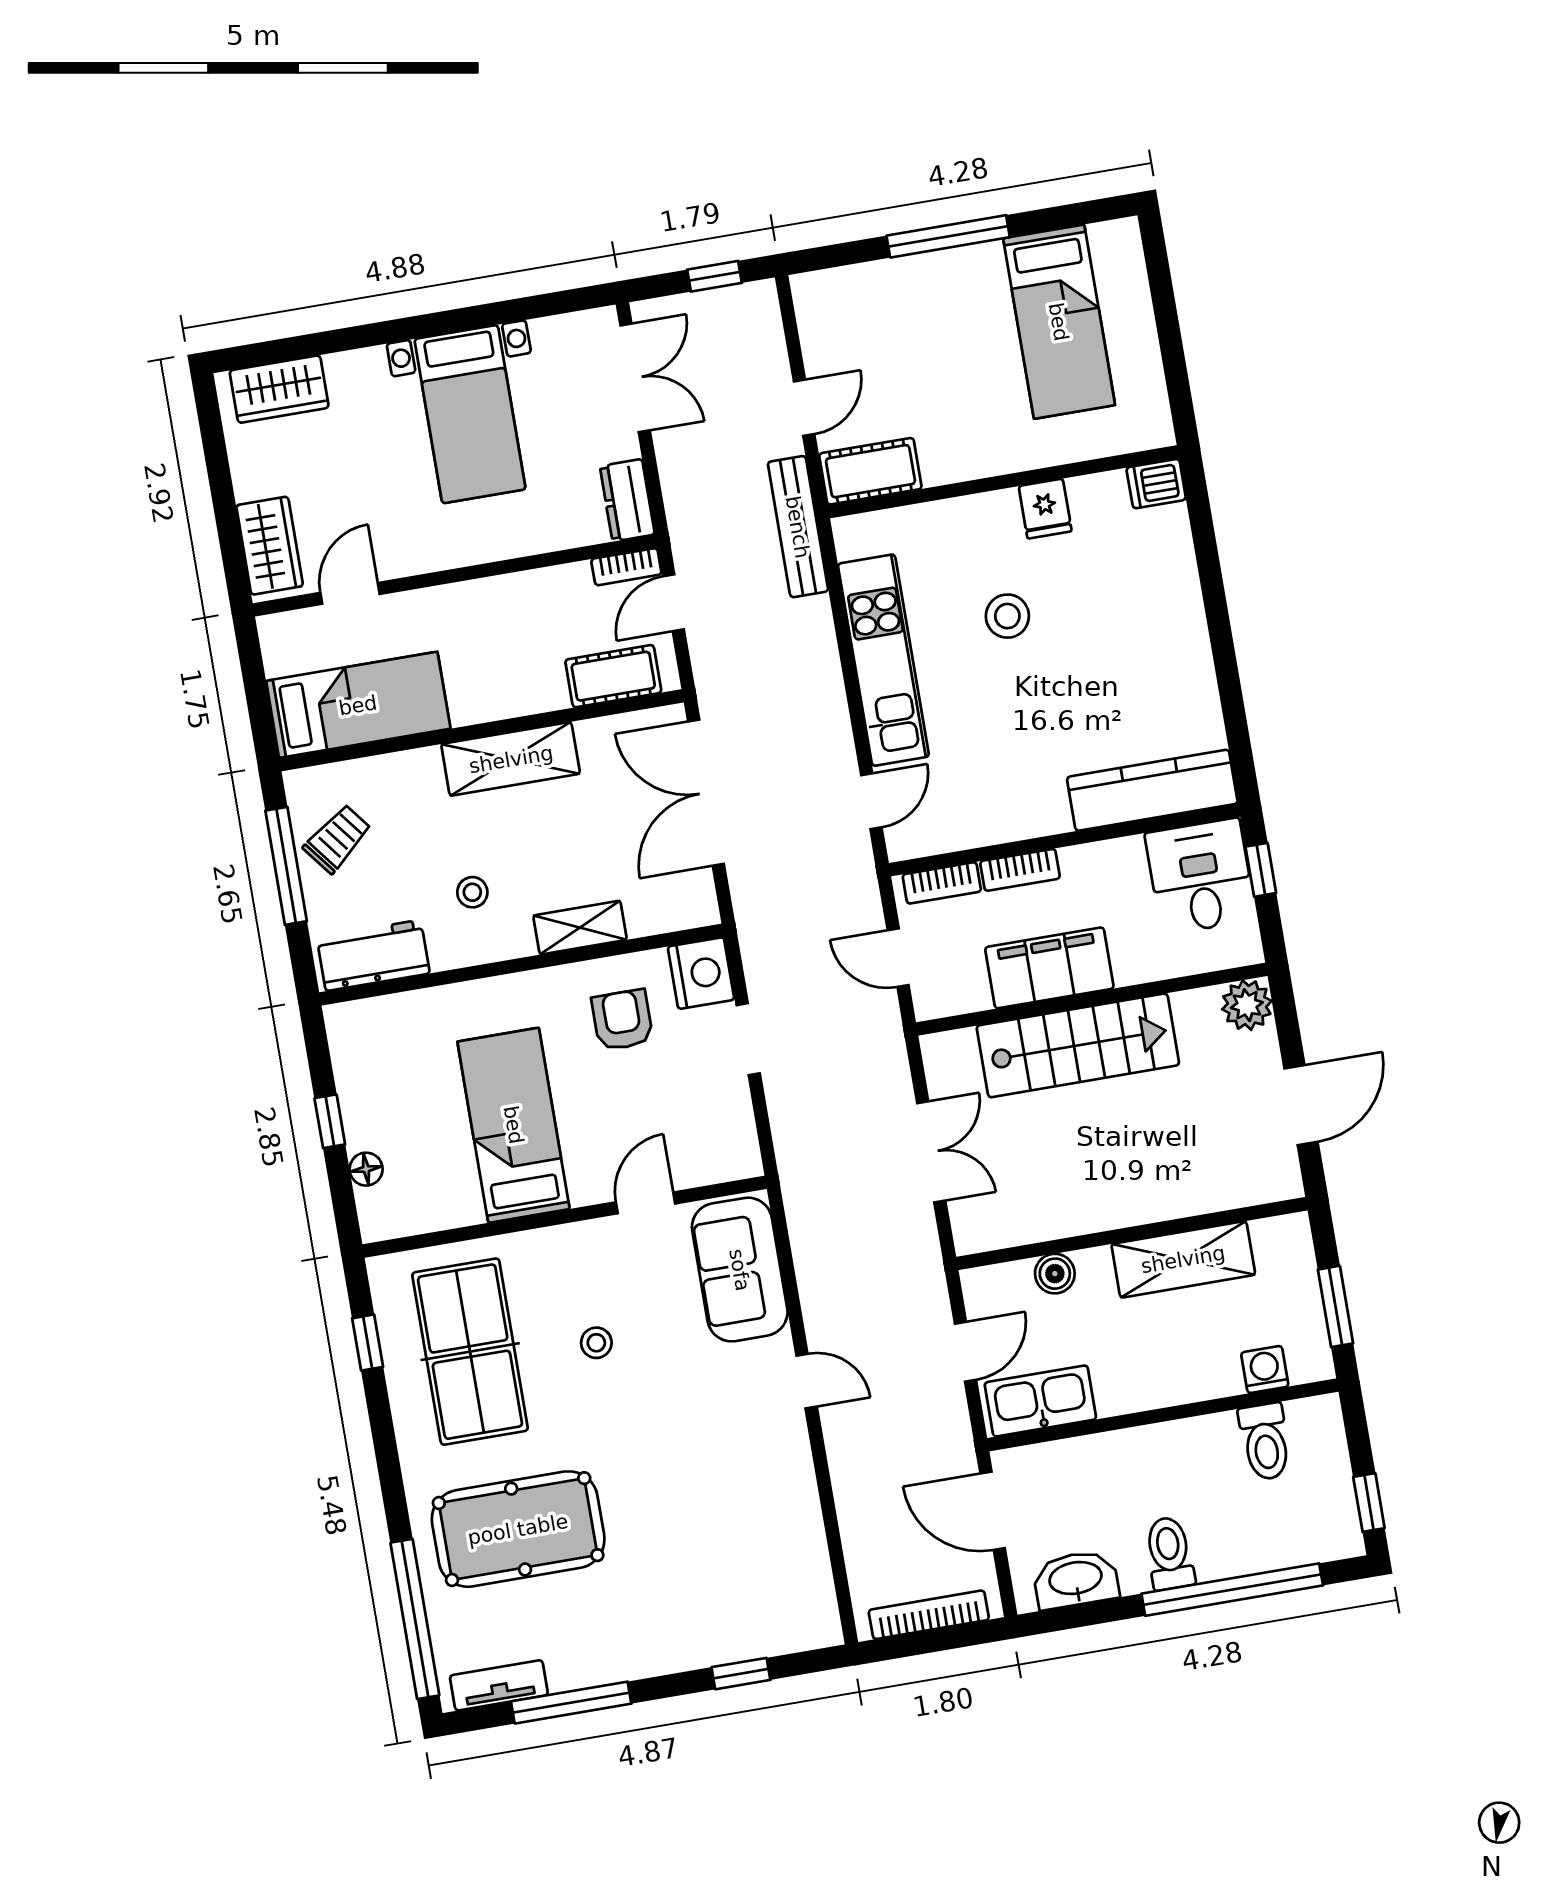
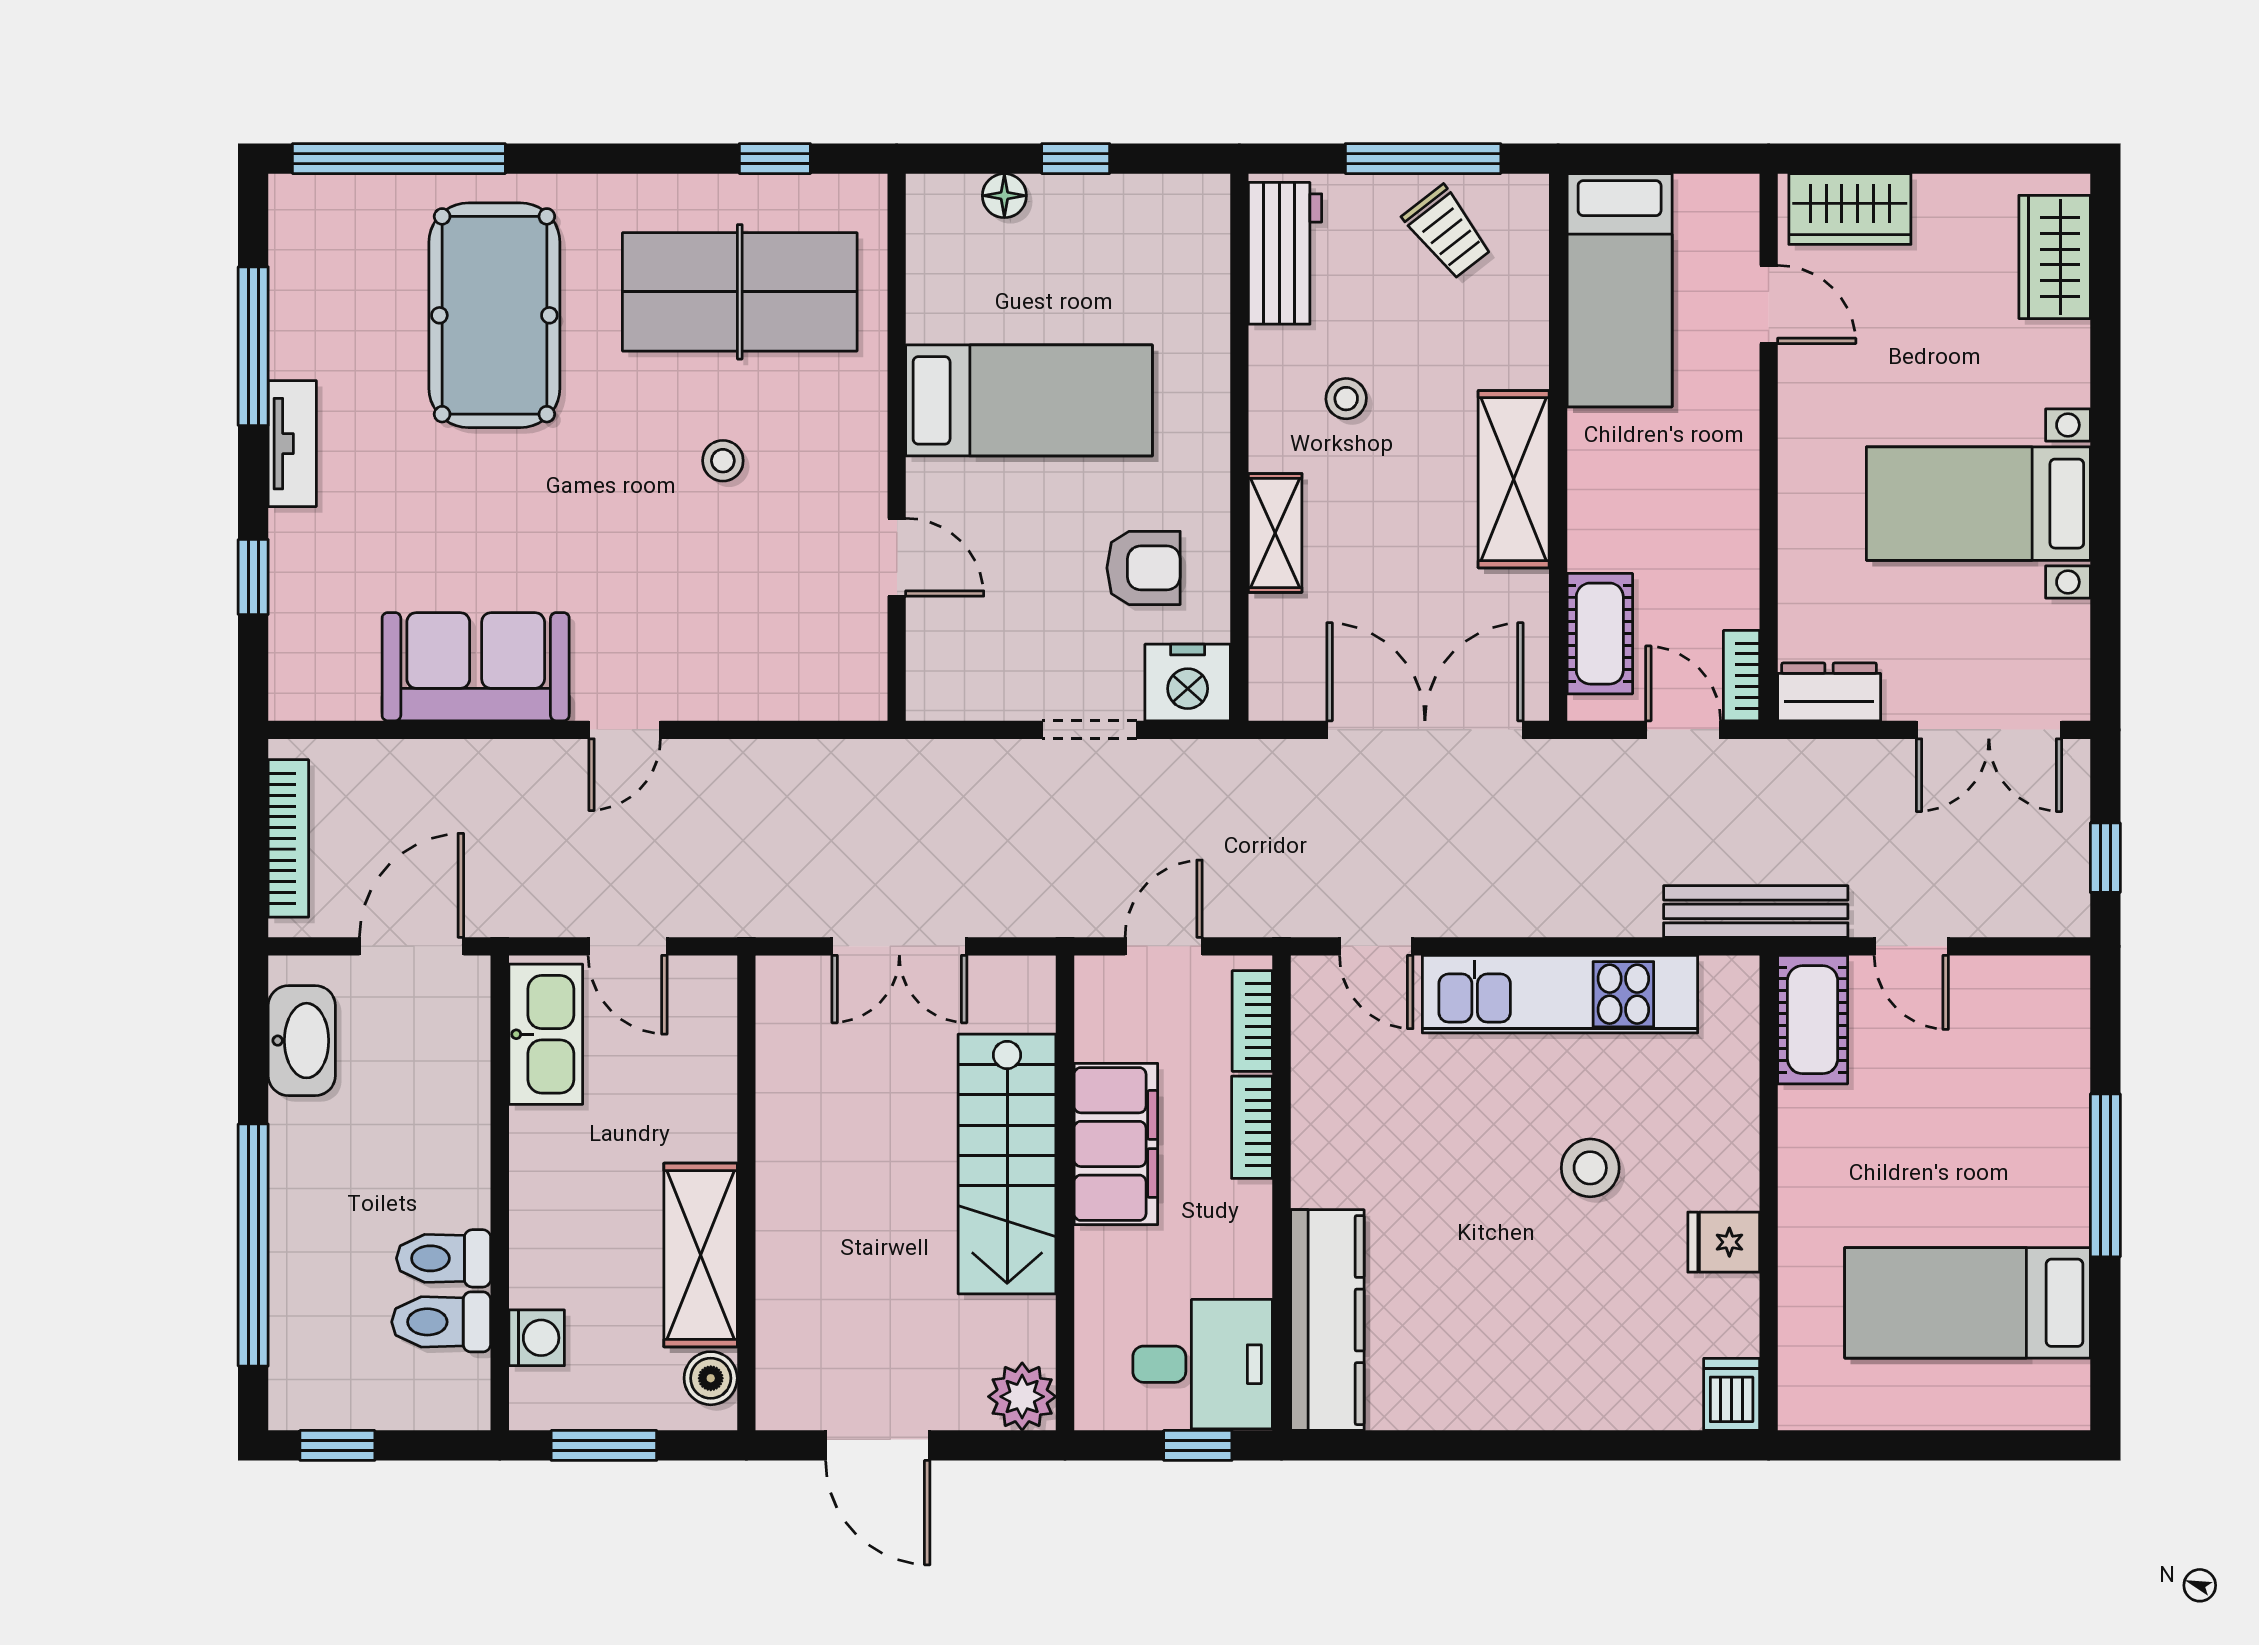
sofa: (740, 1270) -> (476, 667), moved
boiler: (1055, 1274) -> (711, 1378), moved
toilet: (1169, 1553) -> (444, 1258), moved, turned 180
tv unit: (499, 1685) -> (292, 444), moved

